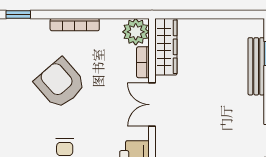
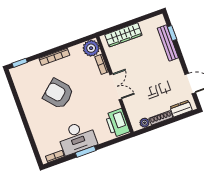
wardrobe: (166, 47) -> (123, 35), moved, turned 90
double door: (152, 105) -> (116, 87), swing flipped

